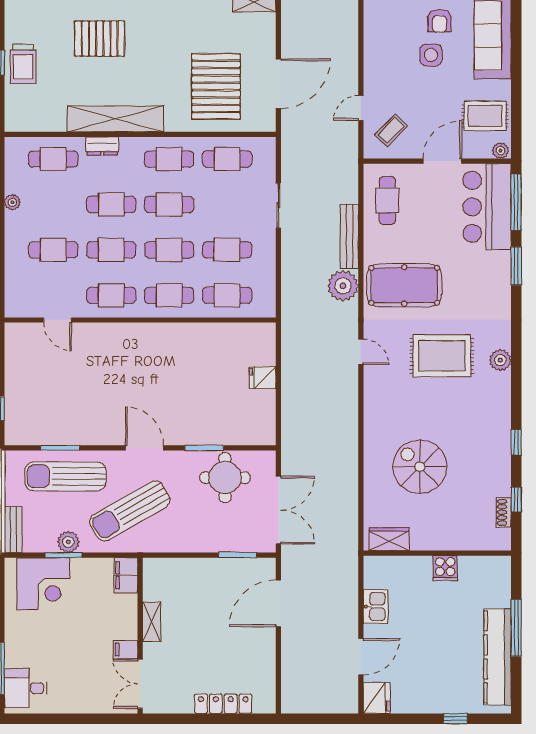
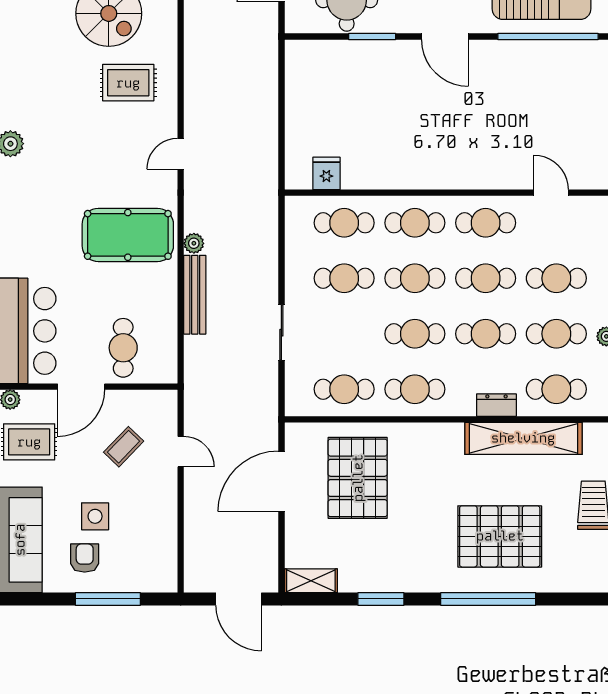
pallet: (100, 39) -> (500, 536), width x1.37, depth x1.41
door: (361, 108) -> (181, 452), hinge flipped
shelving: (115, 119) -> (523, 438), moved
coffee table: (391, 131) -> (124, 447), moved
cafe table: (387, 200) -> (123, 348), moved
cafe table: (53, 204) -> (556, 334), added
plant: (343, 286) -> (194, 243), width x0.53, depth x0.53
door: (361, 352) -> (181, 154), hinge flipped
rug: (442, 356) -> (128, 83), moved, width x0.73, depth x0.70
fridge: (263, 378) -> (326, 173), moved, turned -90
window: (60, 448) -> (548, 36), width x2.11

